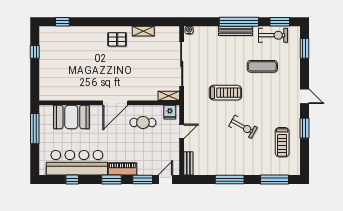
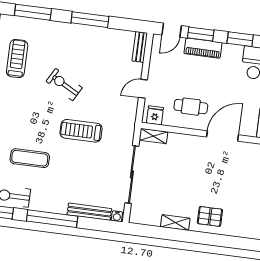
bench: (236, 31) -> (89, 212), moved
piano: (122, 169) -> (203, 48), moved

